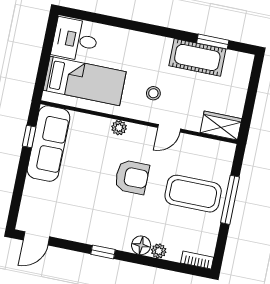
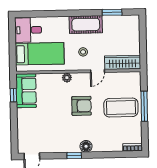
cot: (197, 57) -> (86, 25), moved
wardrobe: (221, 126) -> (123, 62), width x1.50
sofa: (49, 144) -> (26, 91), width x0.73
floor lamp: (141, 245) -> (86, 146), moved
plant: (159, 251) -> (108, 147), removed

